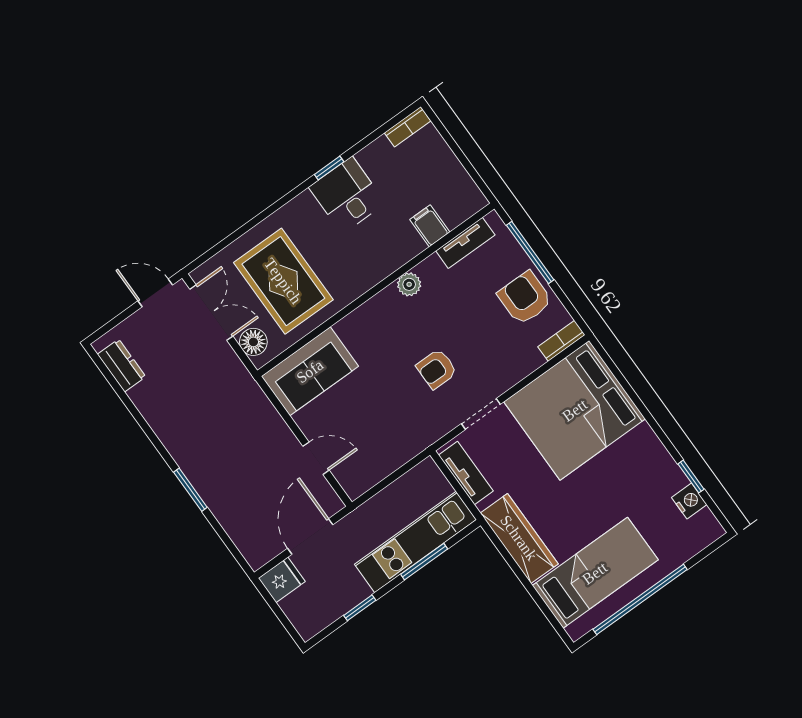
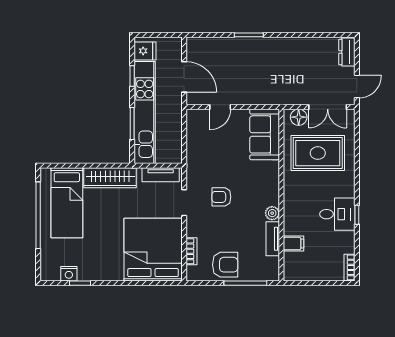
tv unit: (465, 243) -> (273, 239), moved
bookcase: (561, 341) -> (192, 251), moved
dresser: (122, 365) -> (347, 52), moved, turned 90
armchair: (437, 369) -> (221, 197), turned -90
kitchen unit: (416, 542) -> (145, 113), width x1.36
fridge: (282, 580) -> (145, 51), moved, turned -90

